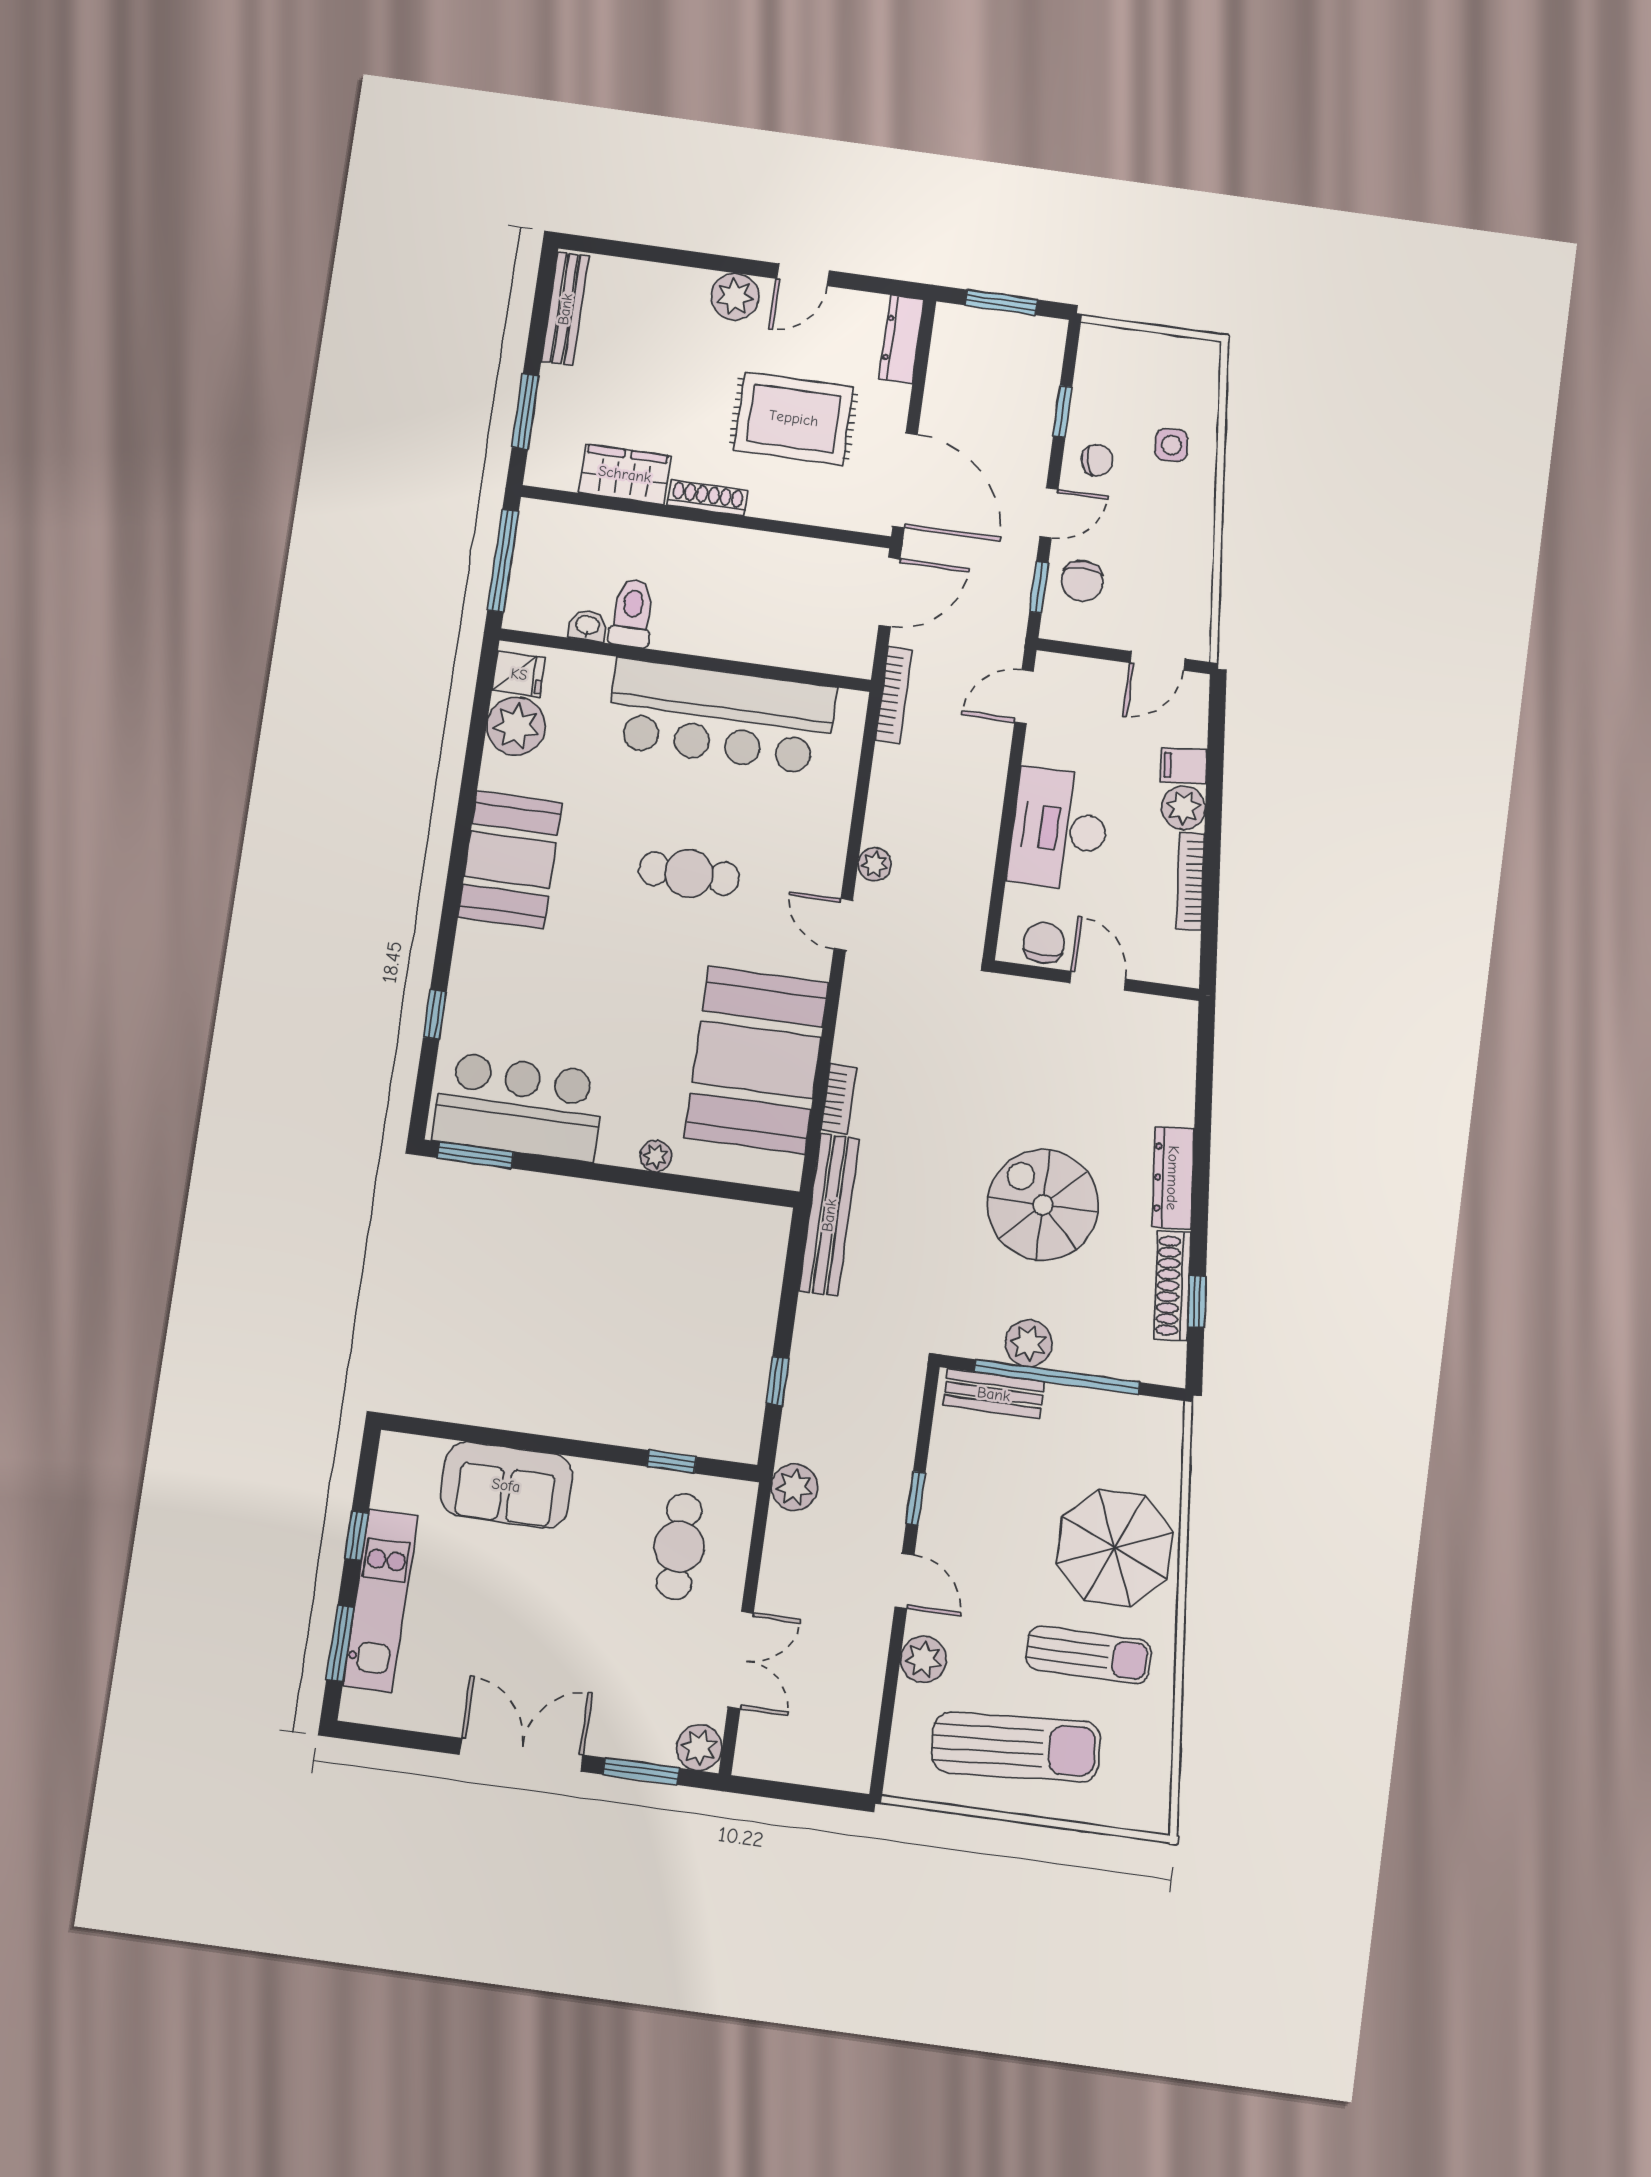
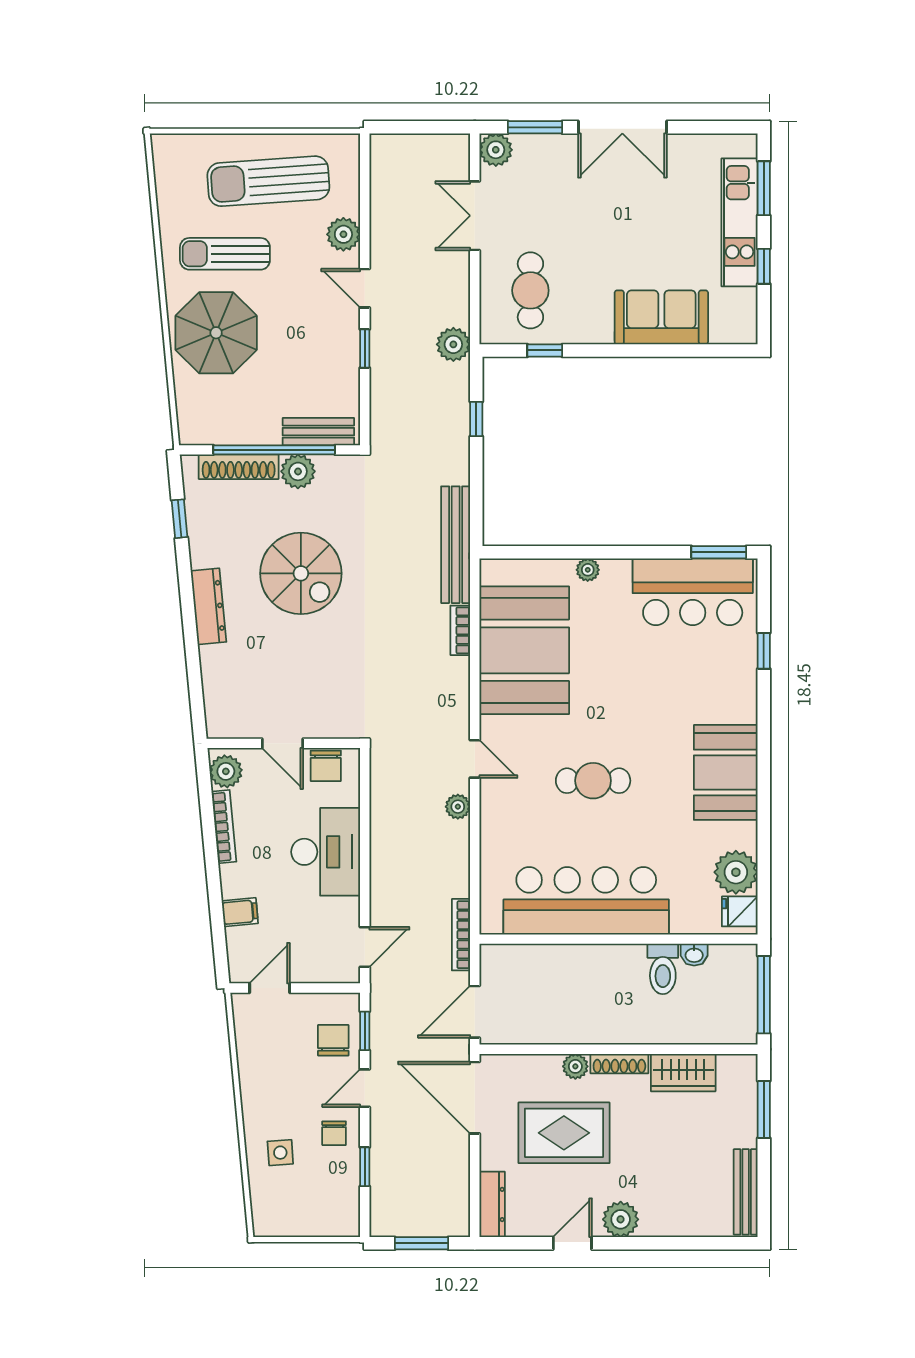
chair: (1097, 460) -> (334, 1133), turned -77
plant: (766, 502) -> (575, 1066), added
plant: (1184, 808) -> (226, 771), moved
shoe rack: (1172, 1286) -> (239, 467), moved, turned 95

